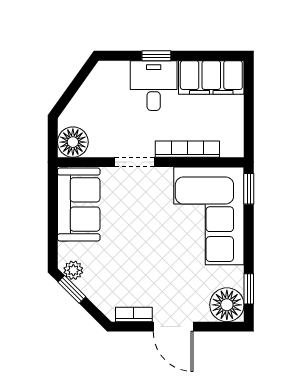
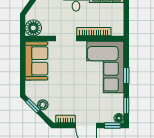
window: (249, 189) -> (126, 75), moved
plant: (73, 270) -> (43, 105), moved
floor lamp: (227, 305) -> (119, 118), width x0.53, depth x0.53
window: (222, 327) -> (112, 126), added

